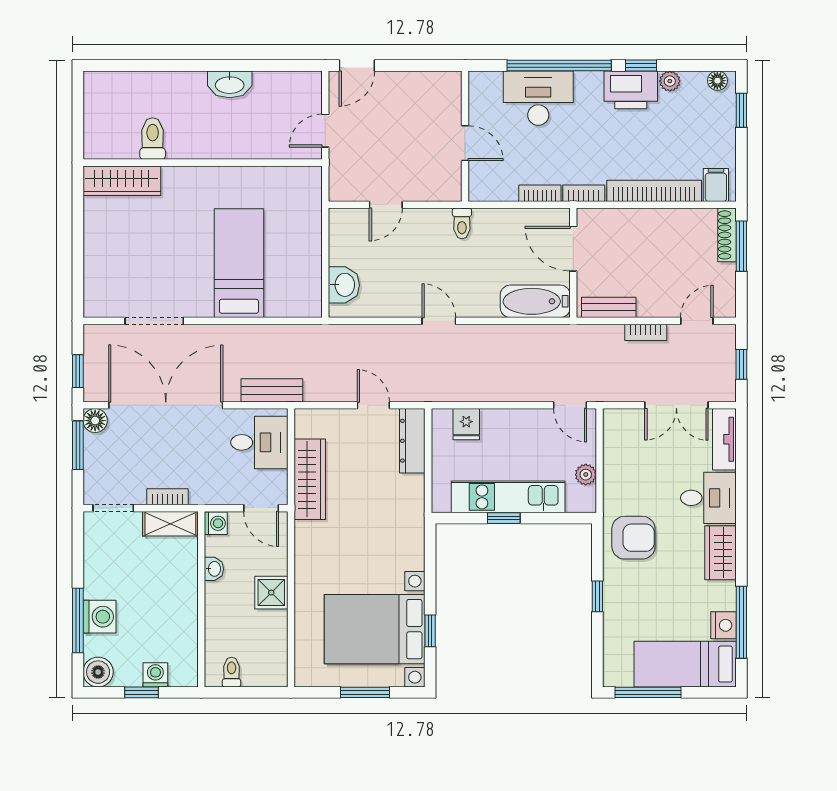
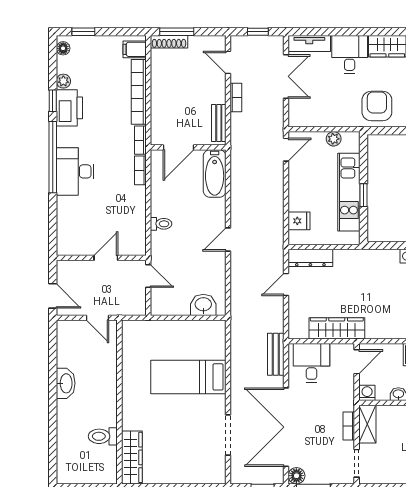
wall: (465, 136) -> (101, 258), moved
door: (465, 143) -> (106, 258), moved

